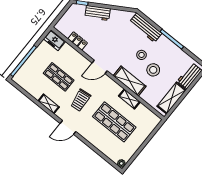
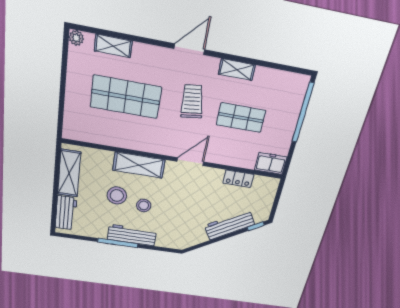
workbench: (98, 13) -> (229, 225), width x1.38
workbench: (146, 28) -> (132, 235), moved
shelving: (129, 99) -> (113, 46), moved

